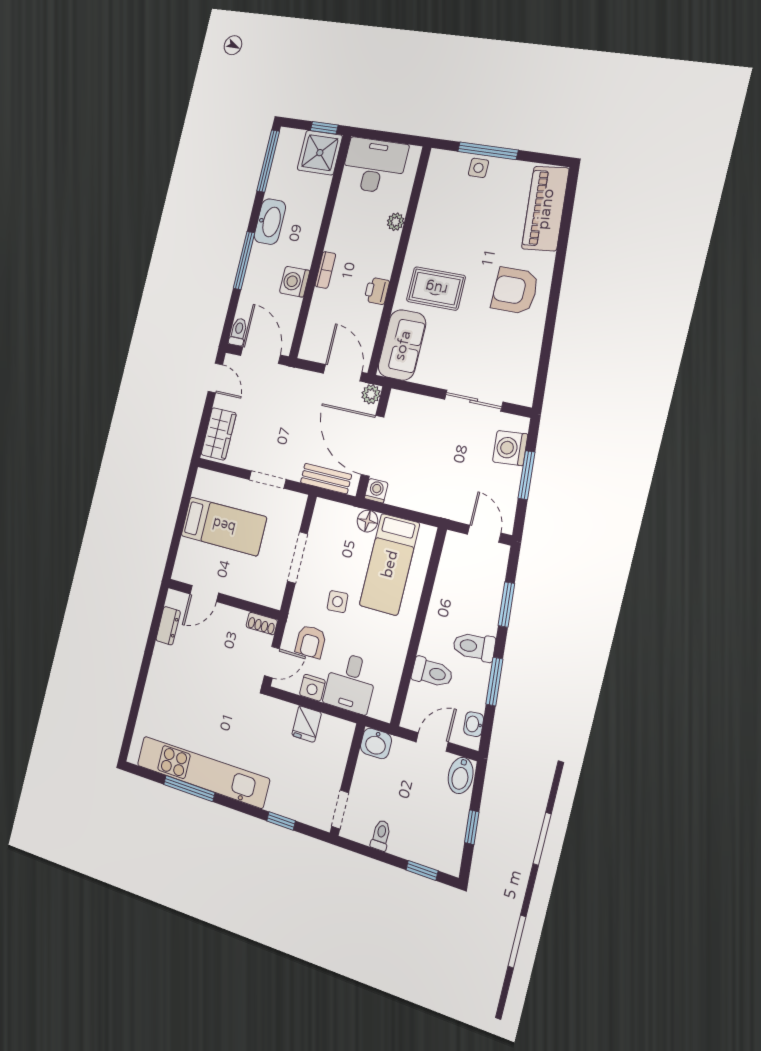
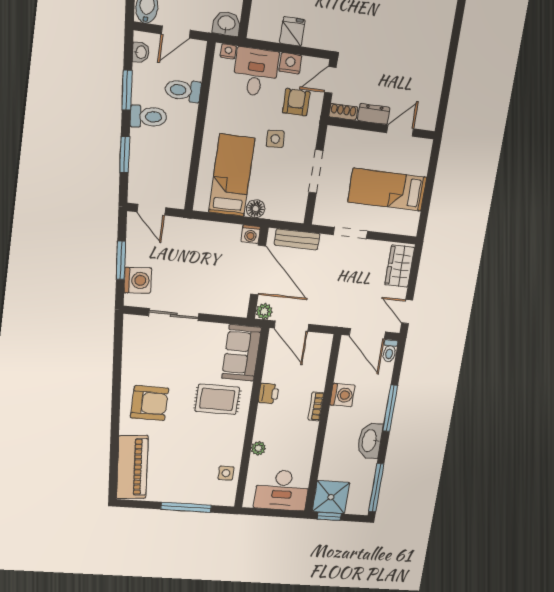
side table: (478, 168) -> (226, 473), moved
dresser: (168, 626) -> (374, 114), moved, turned 90
nightstand: (377, 711) -> (228, 51), added

